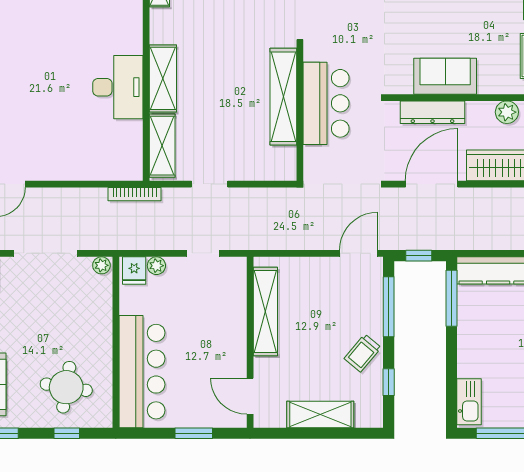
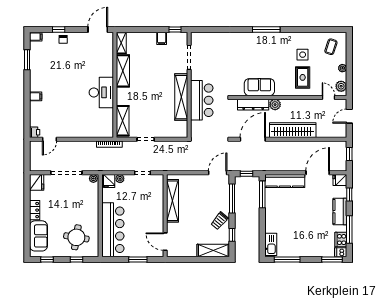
shelving: (163, 78) -> (123, 71), moved
plant: (507, 112) -> (275, 105), moved
shelving: (320, 414) -> (213, 250), moved

